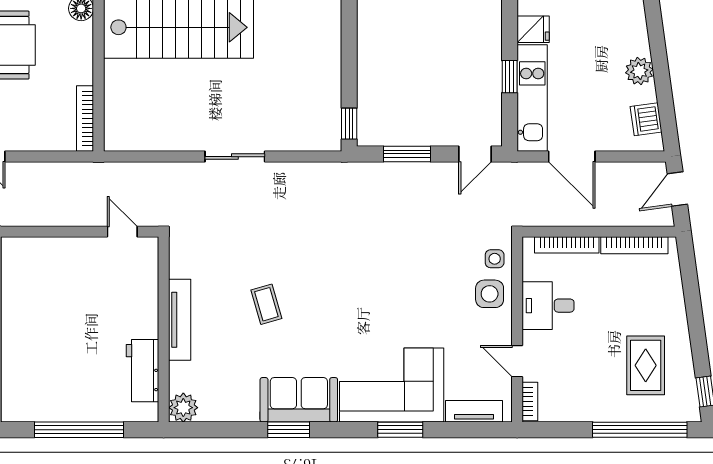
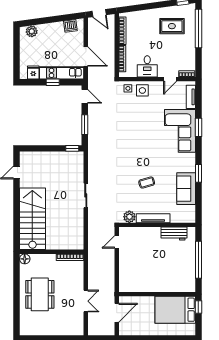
plant: (639, 71) -> (32, 31), moved
door: (572, 157) -> (86, 57), hinge flipped
sofa: (299, 400) -> (186, 189), moved
plant: (183, 408) -> (129, 217), moved

